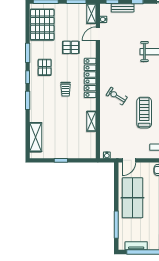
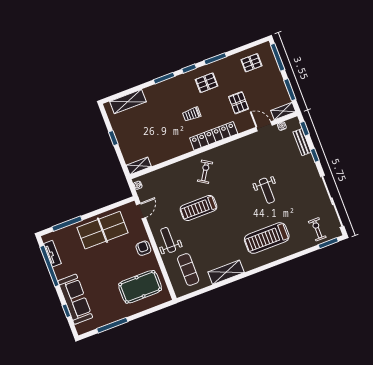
pallet: (42, 25) -> (251, 63), width x0.49, depth x0.50
treadmill: (144, 113) -> (199, 208), turned 180
shelving: (91, 121) -> (139, 166), moved
door: (129, 160) -> (141, 211), swing flipped

